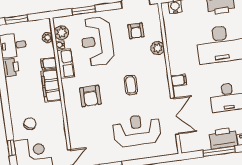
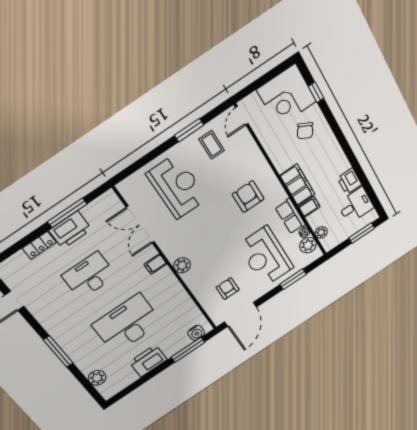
reception desk: (97, 41) -> (266, 256), turned 180
plant: (158, 48) -> (182, 265), moved
coffee table: (131, 85) -> (212, 145), moved
reception desk: (137, 130) -> (177, 186), turned -90

